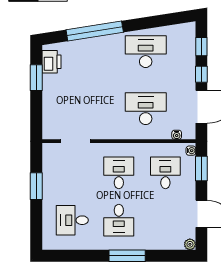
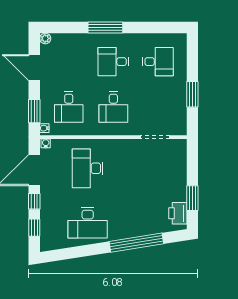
desk: (146, 109) -> (88, 168), turned 90
water cooler: (177, 135) -> (46, 143), moved
desk: (119, 220) -> (113, 62), turned -90

